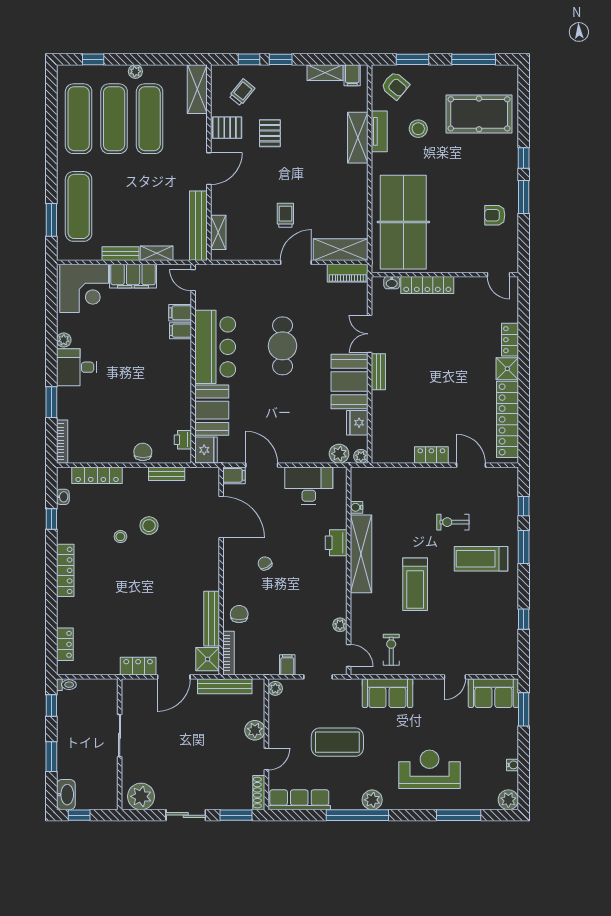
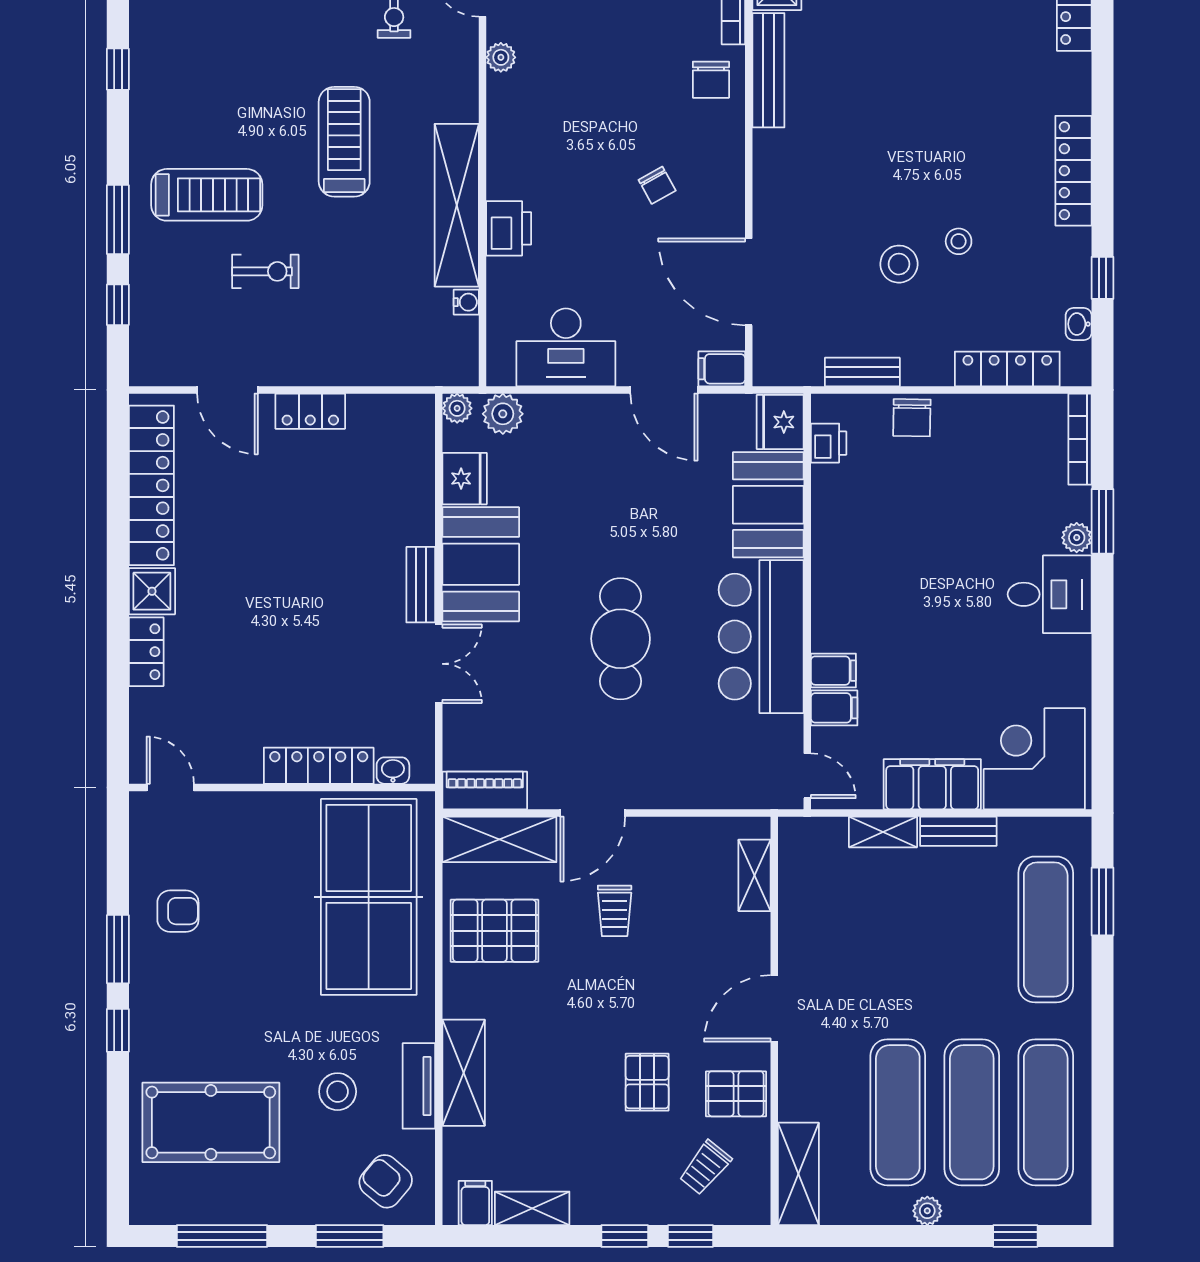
pallet: (343, 206) -> (494, 931), added
bench: (198, 226) -> (796, 889), removed
plant: (64, 340) -> (1077, 538), moved

